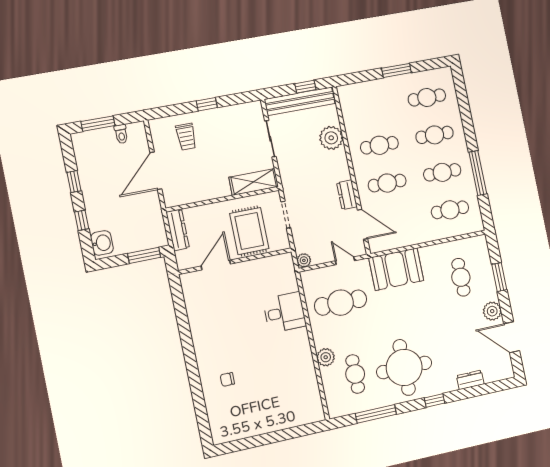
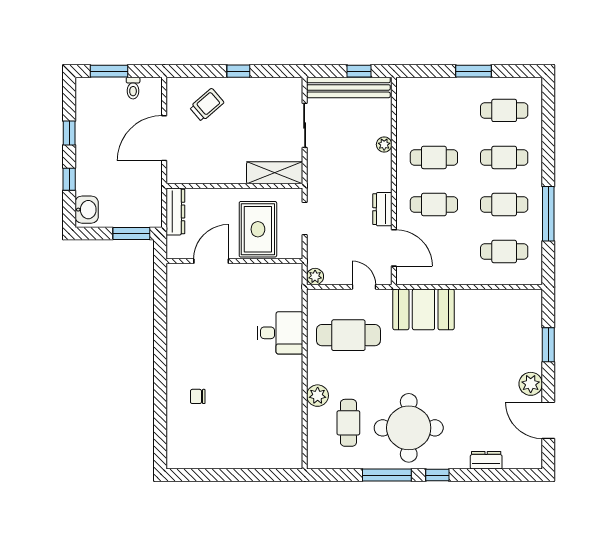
trolley: (186, 137) -> (207, 105), turned -131
plant: (331, 138) -> (384, 145), width x0.53, depth x0.53
cafe table: (461, 277) -> (501, 335), removed
window: (376, 414) -> (387, 475), moved

